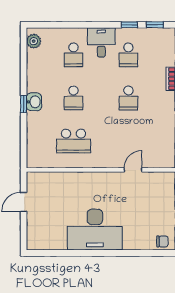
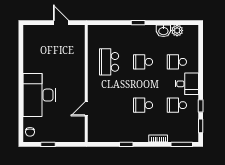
plant: (34, 41) -> (177, 30), moved
washbasin: (34, 102) -> (163, 31), moved
door: (133, 170) -> (86, 109), swing flipped
desk: (95, 230) -> (39, 95), moved

